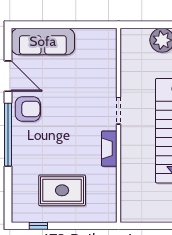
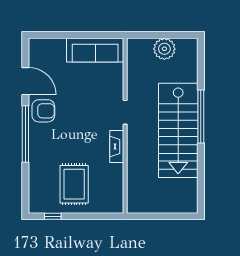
sofa: (43, 41) -> (95, 50), moved
rug: (62, 190) -> (74, 184), turned 90

